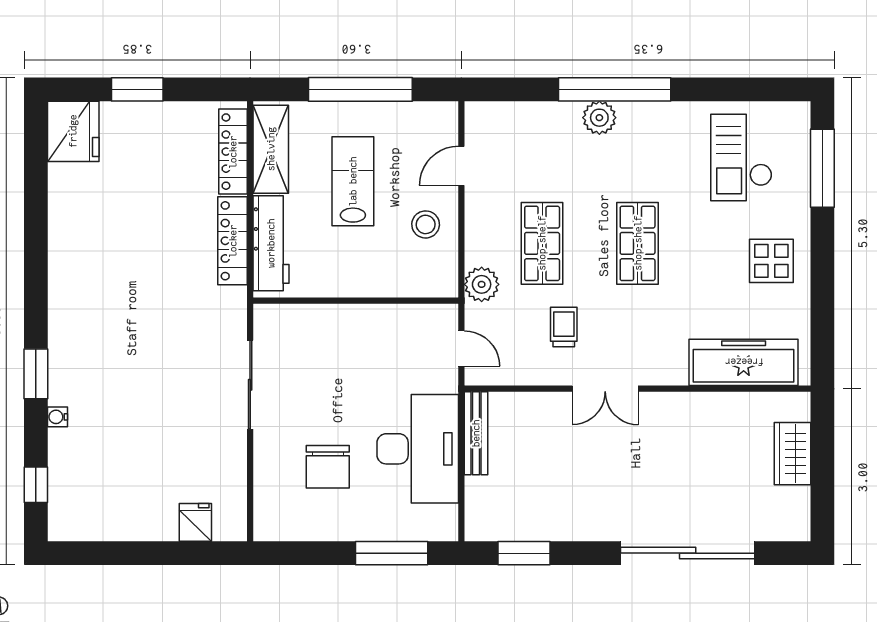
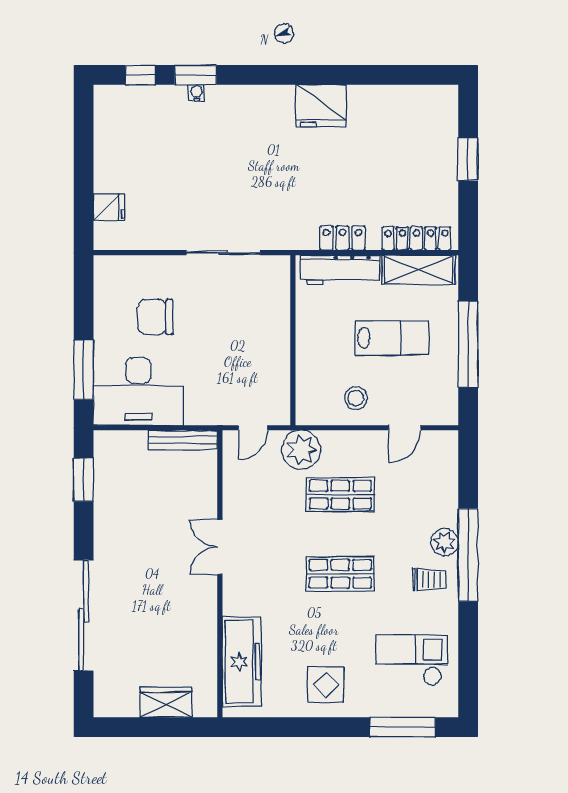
fridge: (73, 131) -> (321, 106), moved
door: (461, 166) -> (405, 428), swing flipped
locker: (233, 241) -> (342, 238), width x0.66
plant: (482, 284) -> (301, 450), width x1.36, depth x1.36
trolley: (564, 327) -> (429, 580), moved
window: (36, 374) -> (196, 75), moved
desk: (418, 449) -> (138, 392), moved

